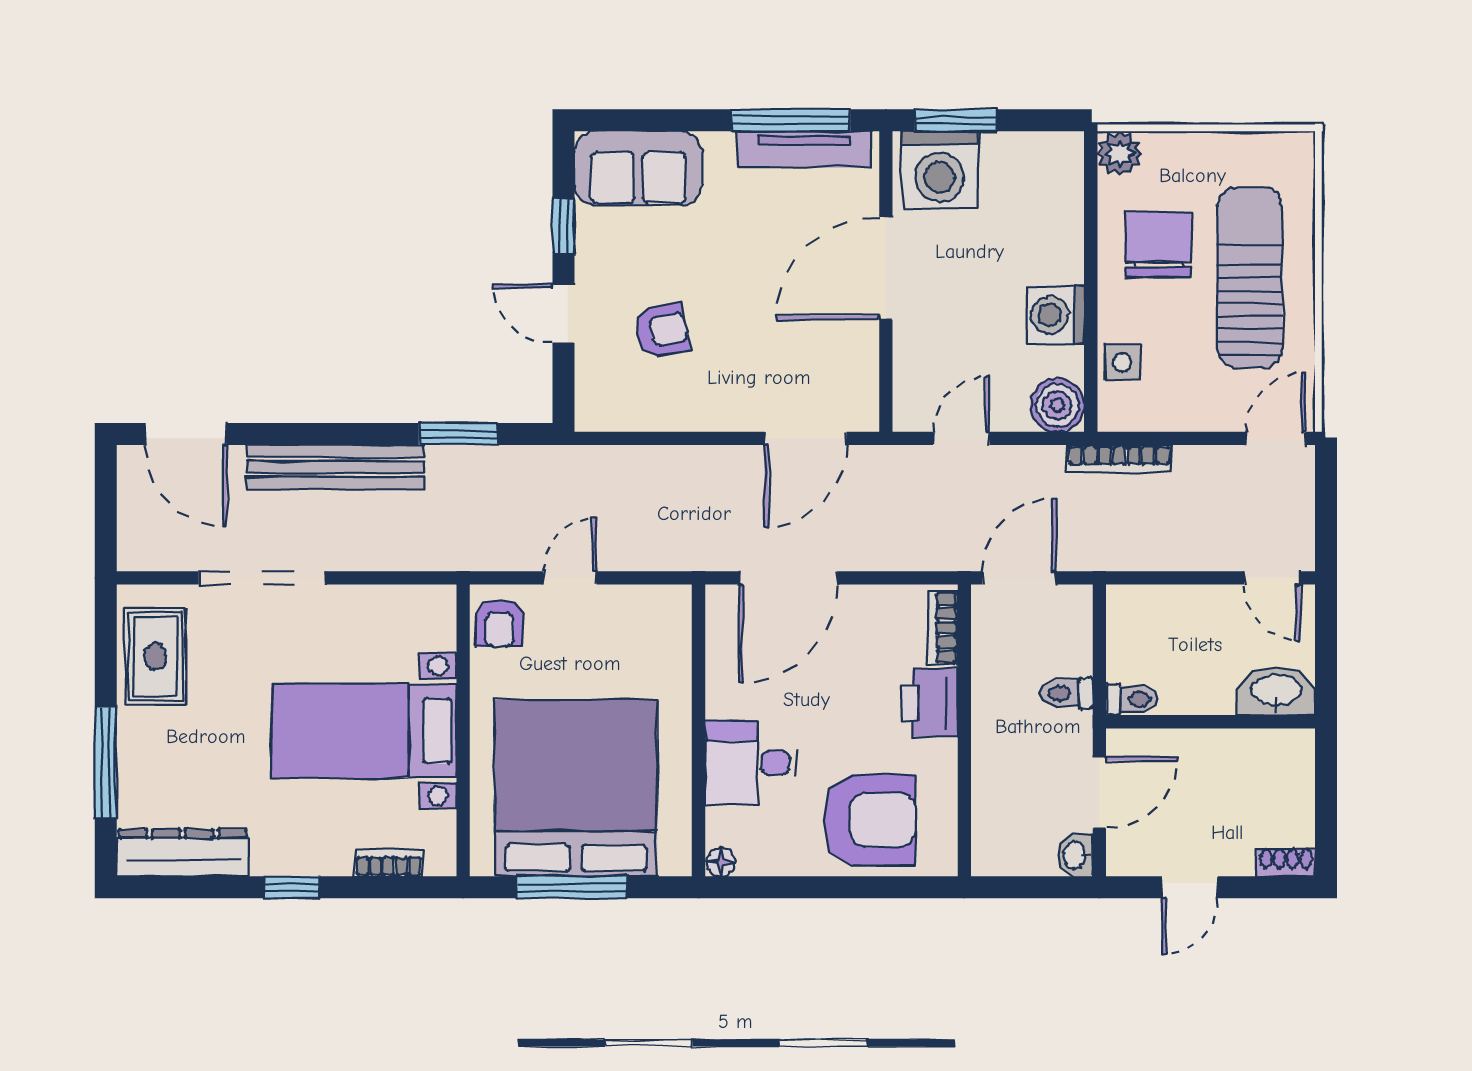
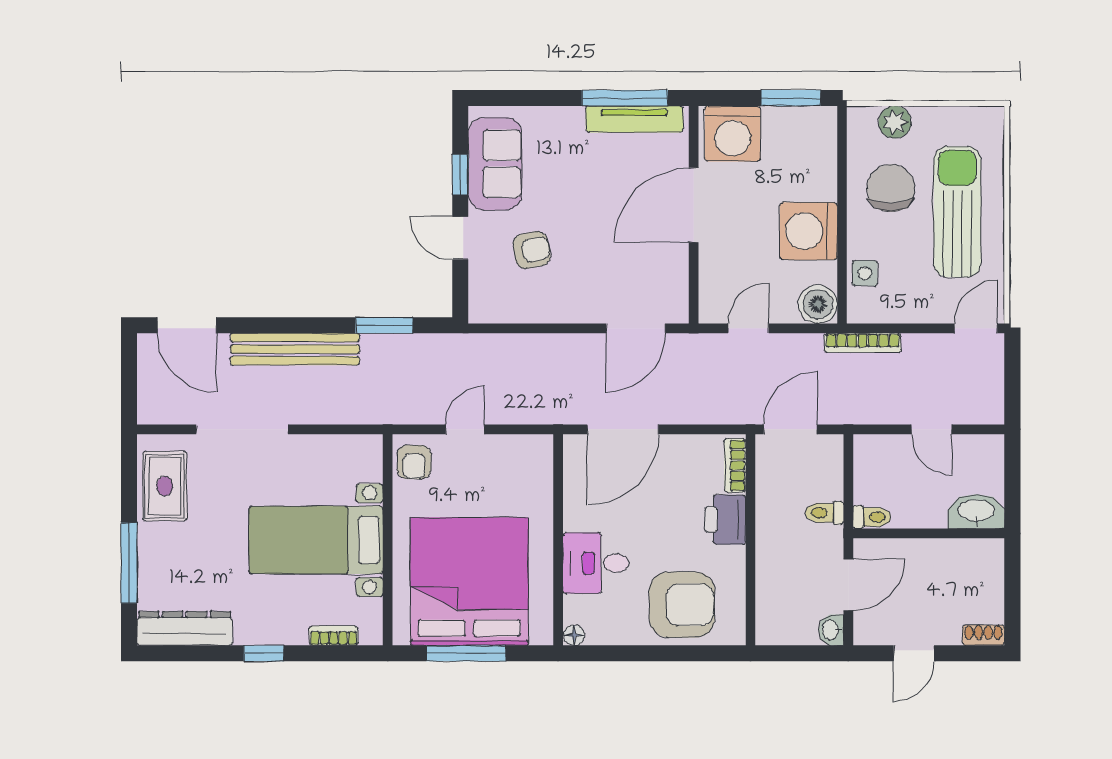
window: (956, 120) -> (791, 98), moved
plant: (1120, 154) -> (895, 122), moved
sofa: (638, 168) -> (495, 164), moved, turned -90
washing machine: (1055, 315) -> (809, 231), width x1.37, depth x1.37
door: (1272, 578) -> (932, 429), moved

